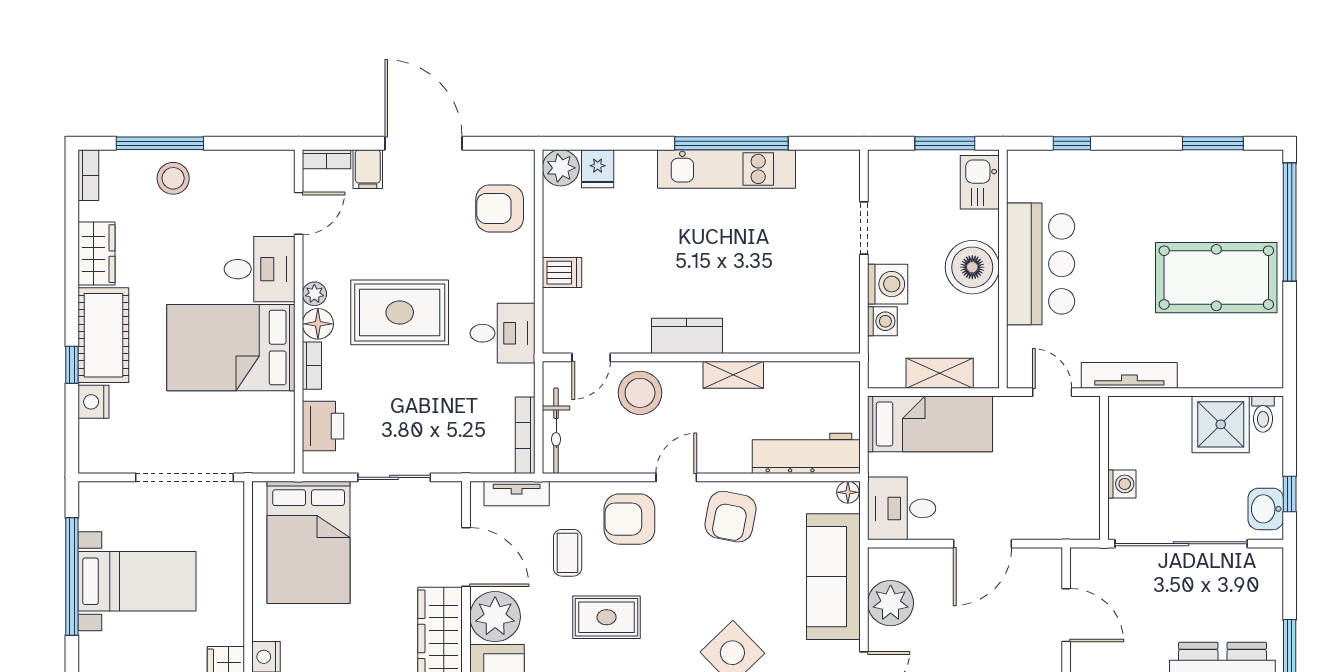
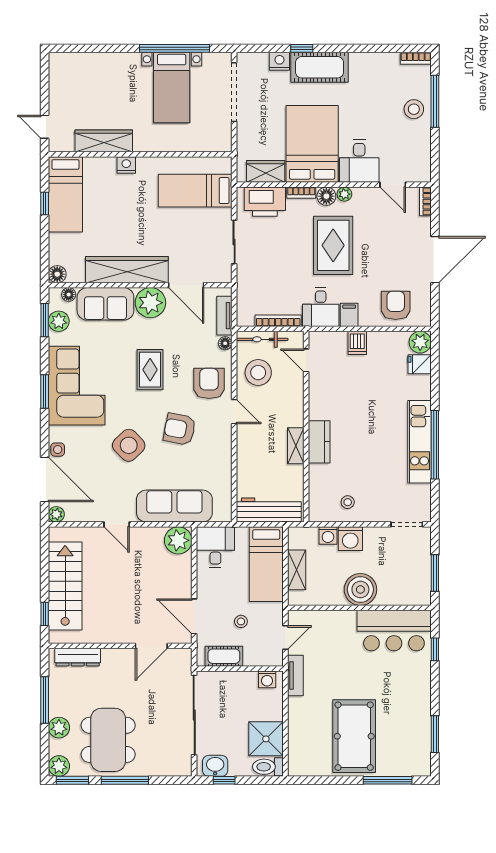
filing cabinet: (368, 169) -> (349, 315), moved, turned 90
kitchen sink: (980, 182) -> (411, 594), removed
window: (1290, 222) -> (388, 780), width x0.68
doorway: (864, 228) -> (407, 524), moved
wardrobe: (97, 254) -> (266, 171), moved, turned 180
bar counter: (1041, 264) -> (394, 631), moved
stool: (827, 288) -> (348, 502), added
kitchen counter: (687, 336) -> (319, 442), moved
tv unit: (1129, 375) -> (295, 676), width x0.71
stool: (640, 393) -> (258, 373), moved
toilet: (1263, 414) -> (268, 767), width x1.37, depth x1.39
printer: (323, 426) -> (265, 202), width x1.37, depth x1.19
bookcase: (525, 435) -> (278, 321), moved
workbench: (806, 453) -> (269, 510), moved, turned -90
stool: (1025, 466) -> (241, 621), added
doorway: (185, 477) -> (234, 92), moved
washing machine: (1122, 484) -> (267, 679), moved
floor lamp: (848, 492) -> (225, 343), moved
cot: (1083, 494) -> (224, 656), added
armchair: (730, 517) -> (180, 429), moved
bed: (309, 542) -> (195, 191), width x0.67
door: (982, 544) -> (194, 616), moved
coffee table: (568, 553) -> (189, 346), removed
door: (466, 557) -> (186, 285), hinge flipped
plant: (891, 603) -> (178, 540), moved

